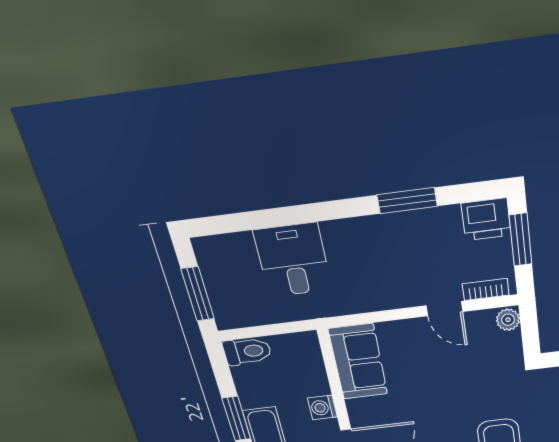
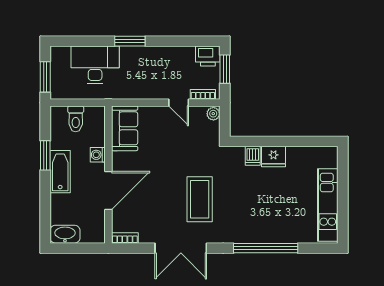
window: (407, 201) -> (130, 41), moved
desk: (293, 260) -> (95, 65), width x1.37
toilet: (247, 351) -> (76, 119), moved, turned 90

